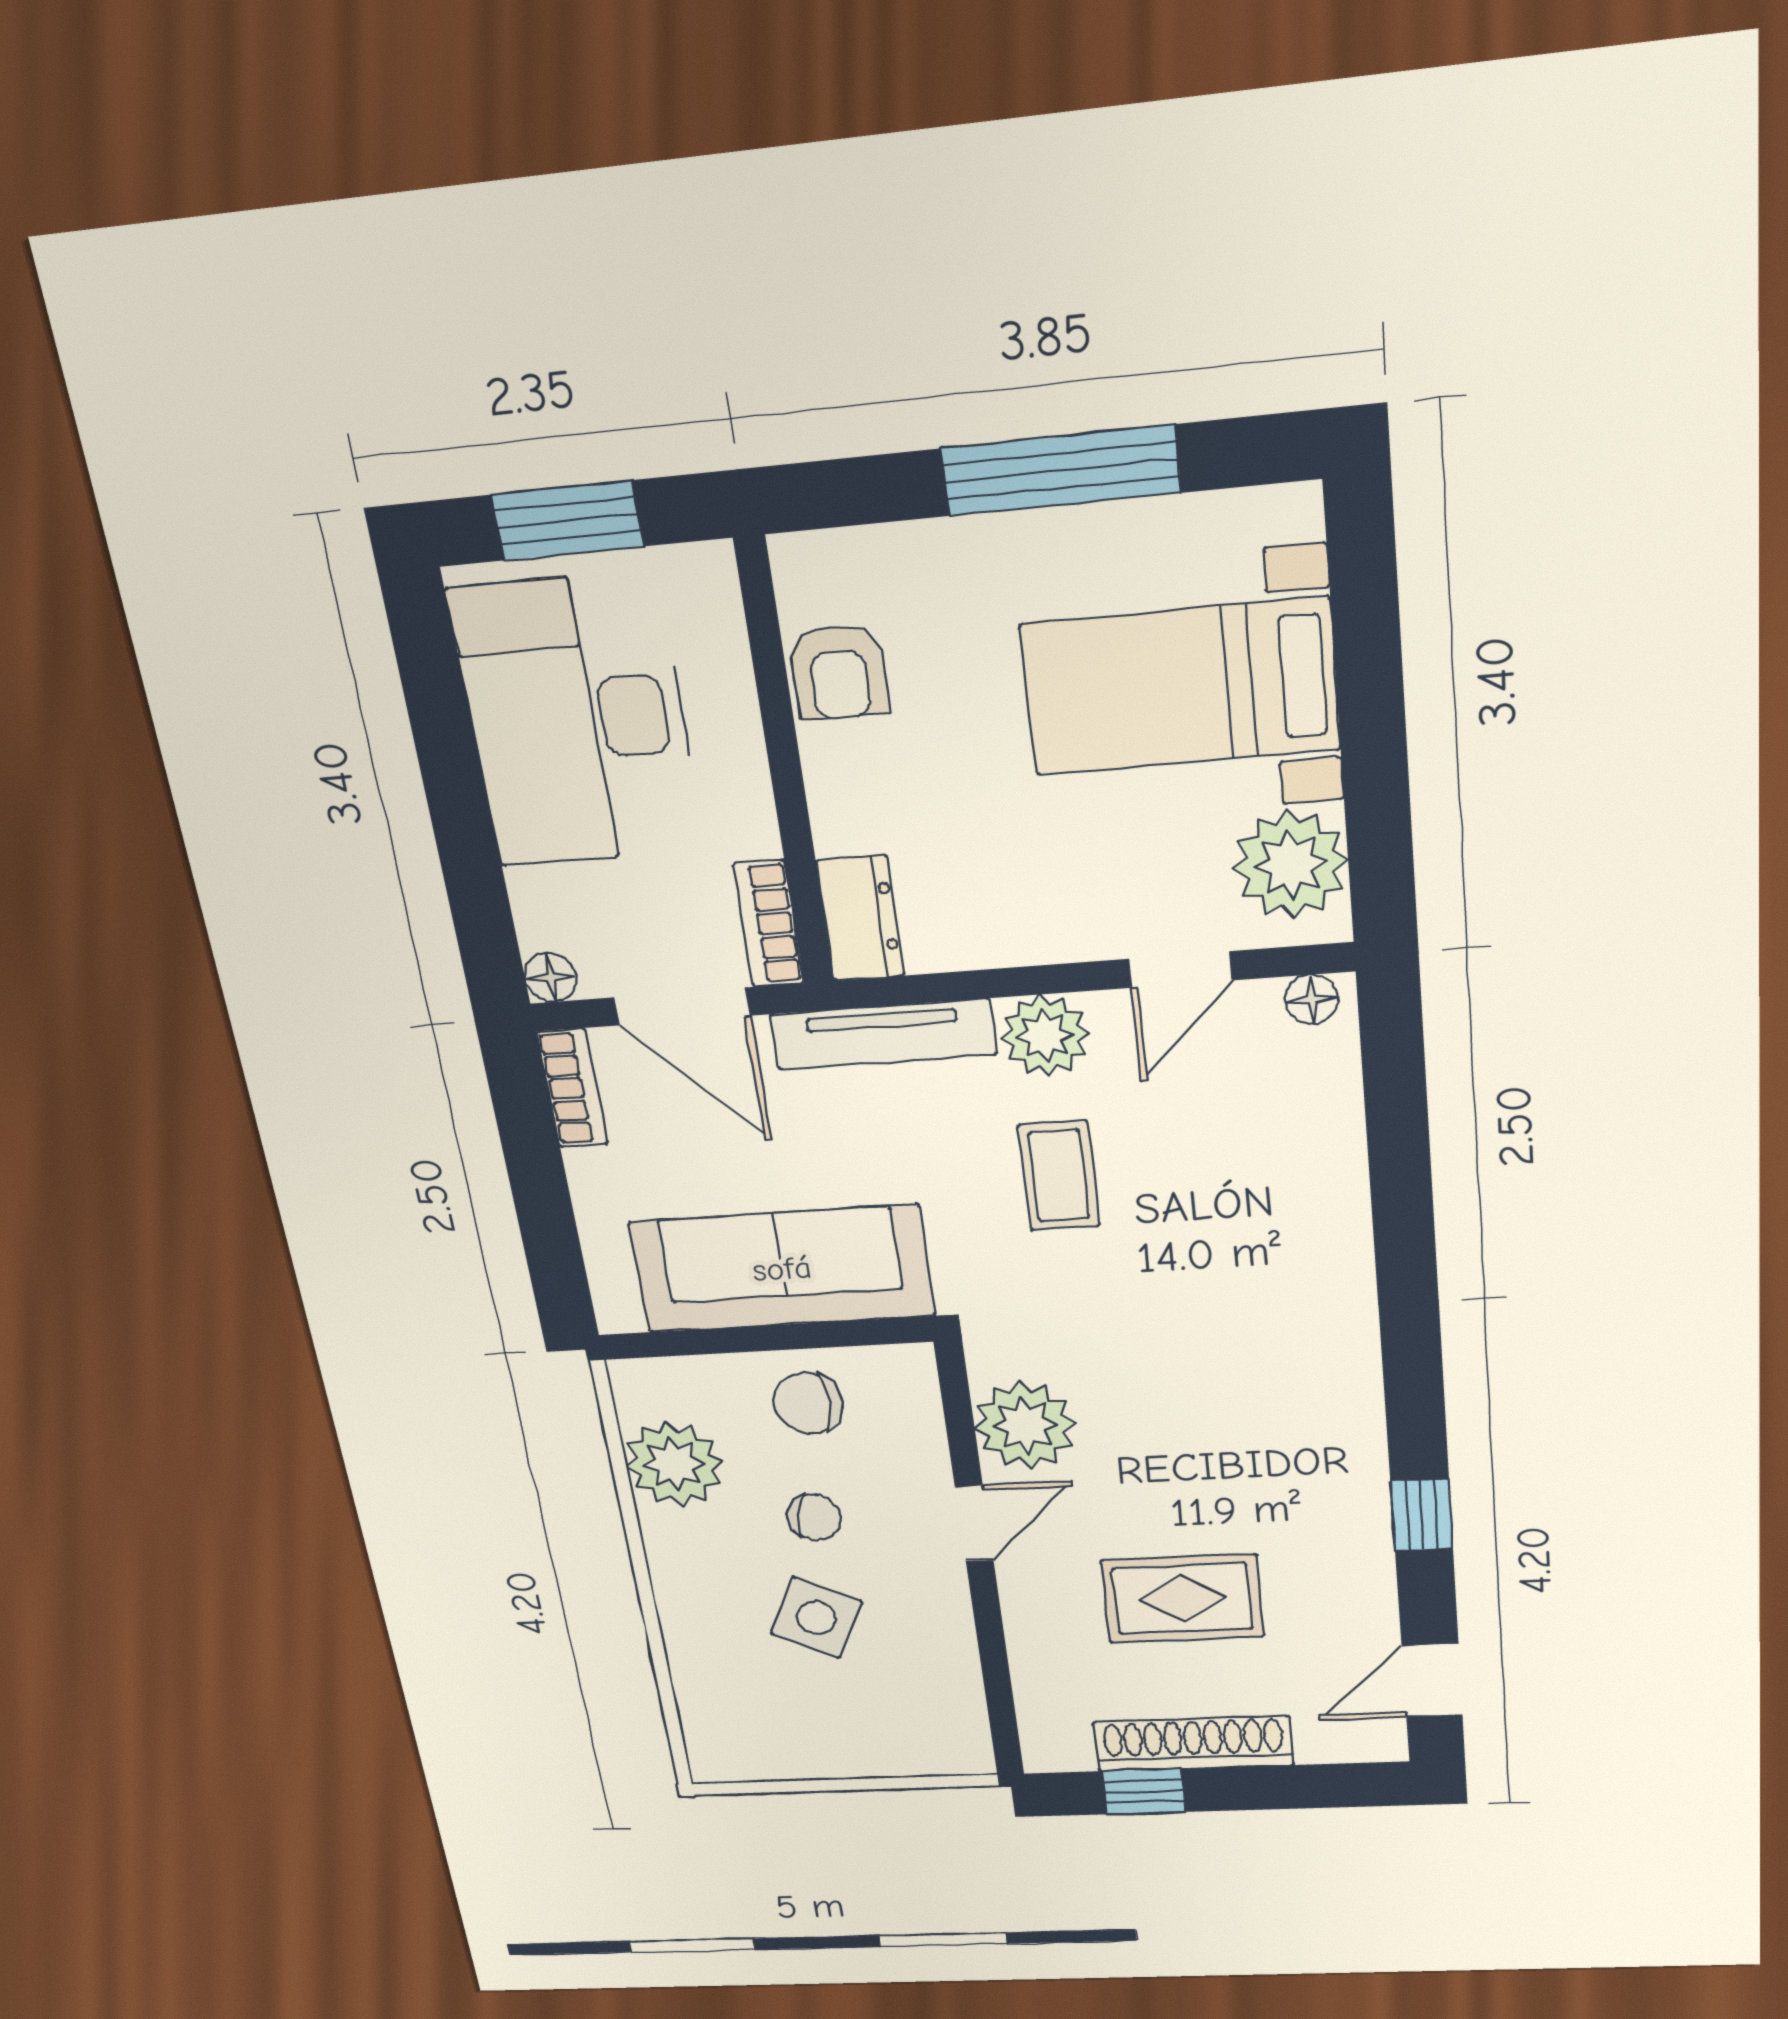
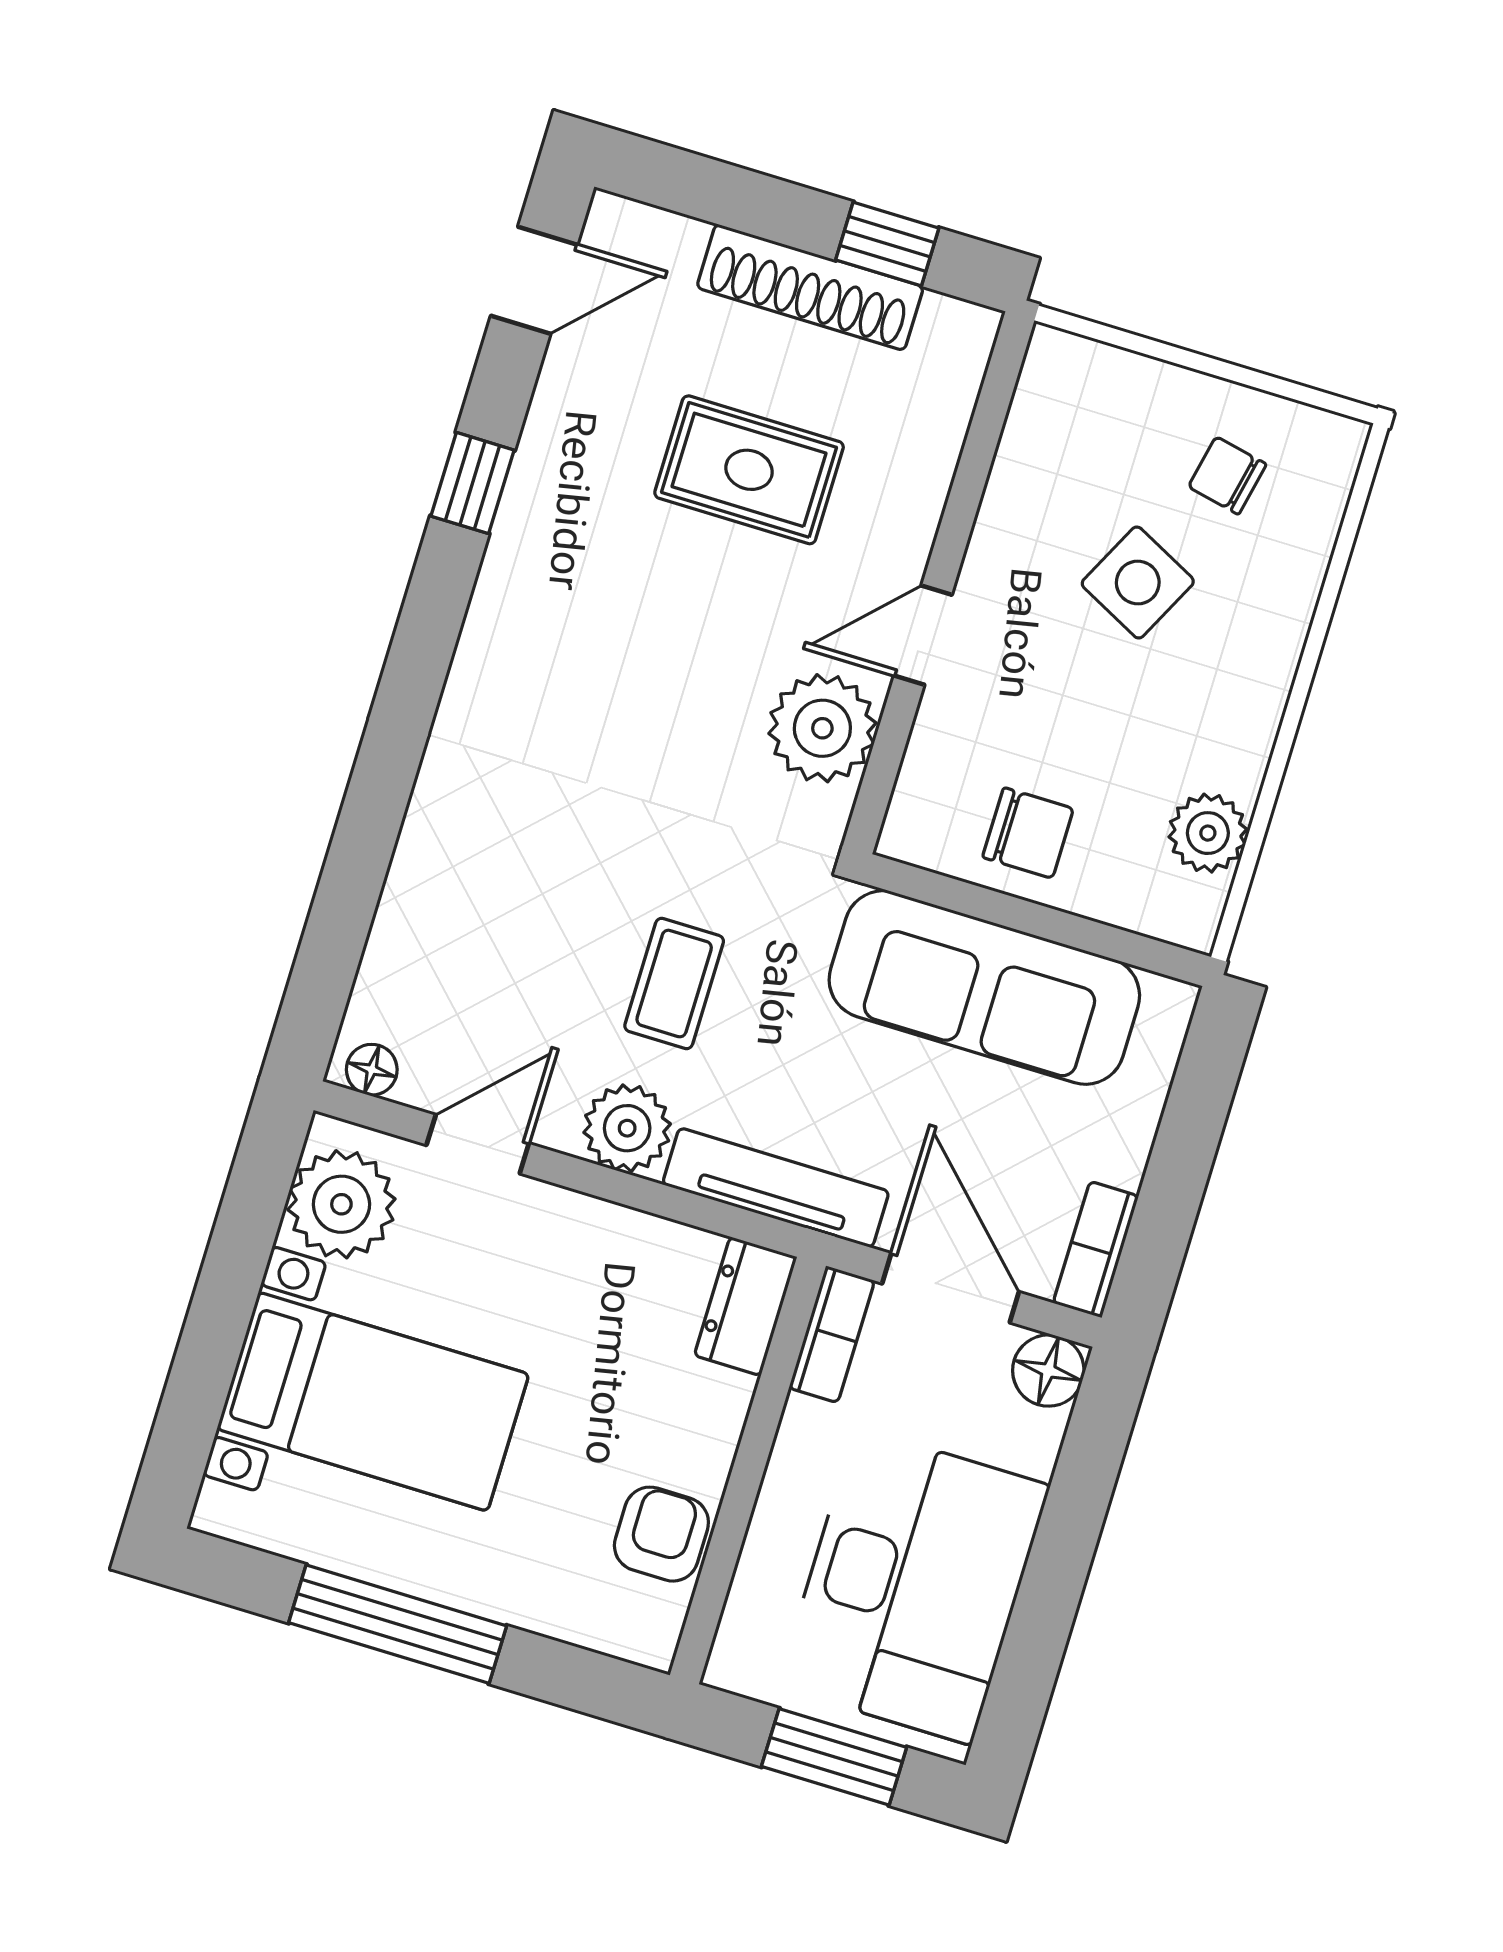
floor lamp: (550, 977) -> (1048, 1371), width x1.37, depth x1.37
plant: (674, 1464) -> (1208, 833), width x0.73, depth x0.73
chair: (814, 1517) -> (1227, 475), moved

